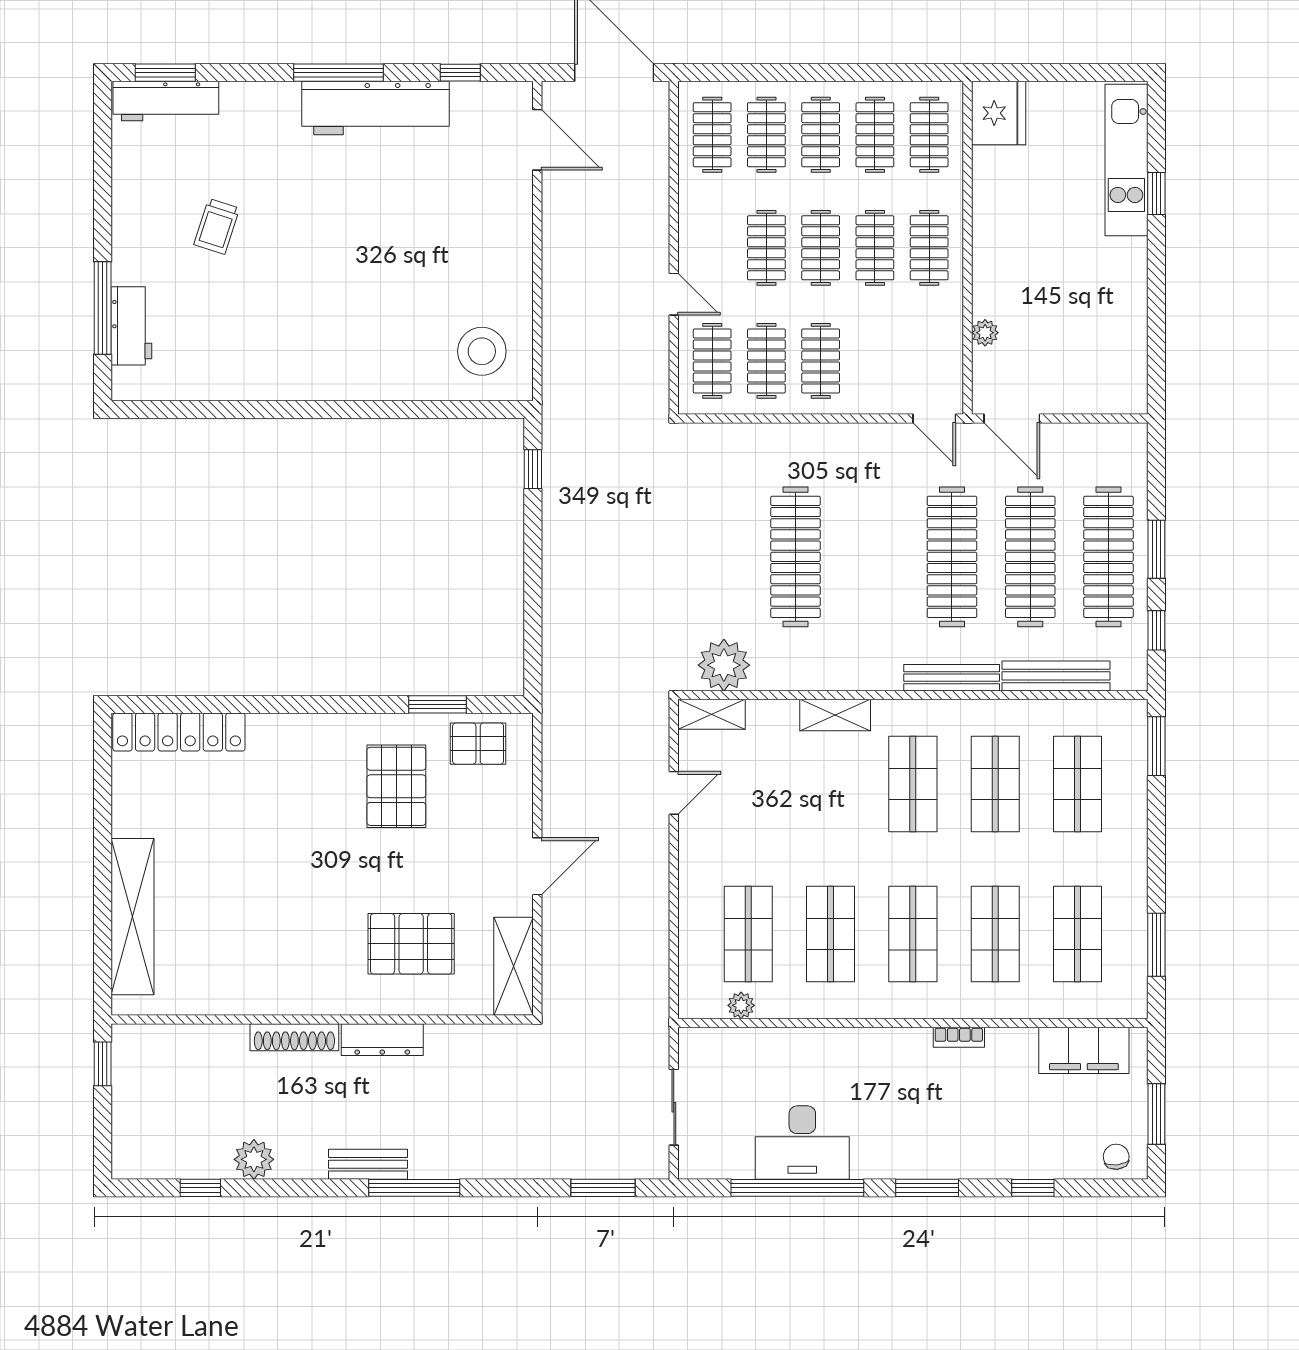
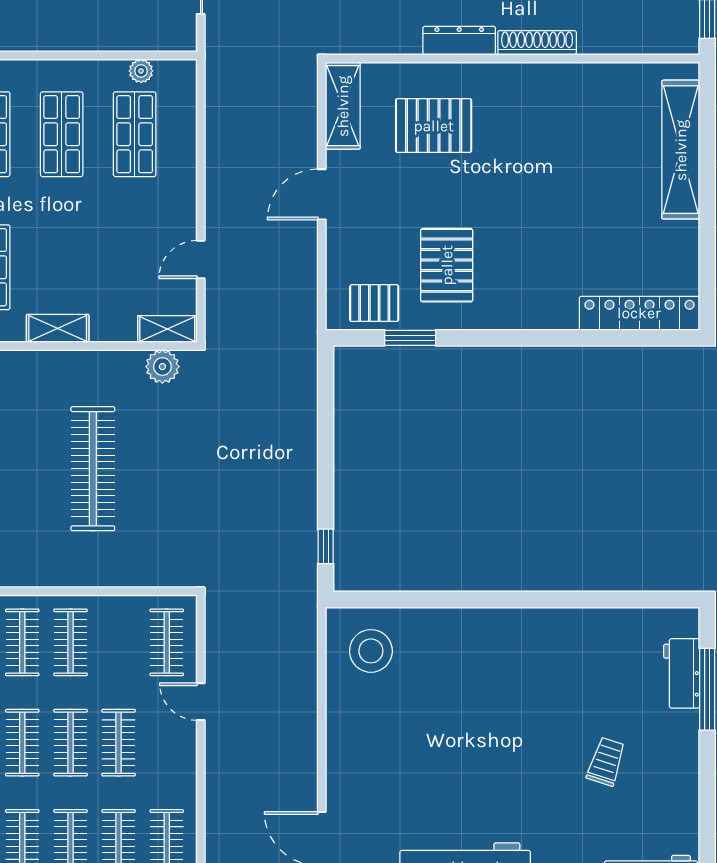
clothes rail: (766, 361) -> (22, 642), moved
plant: (724, 665) -> (162, 367), width x0.73, depth x0.73

